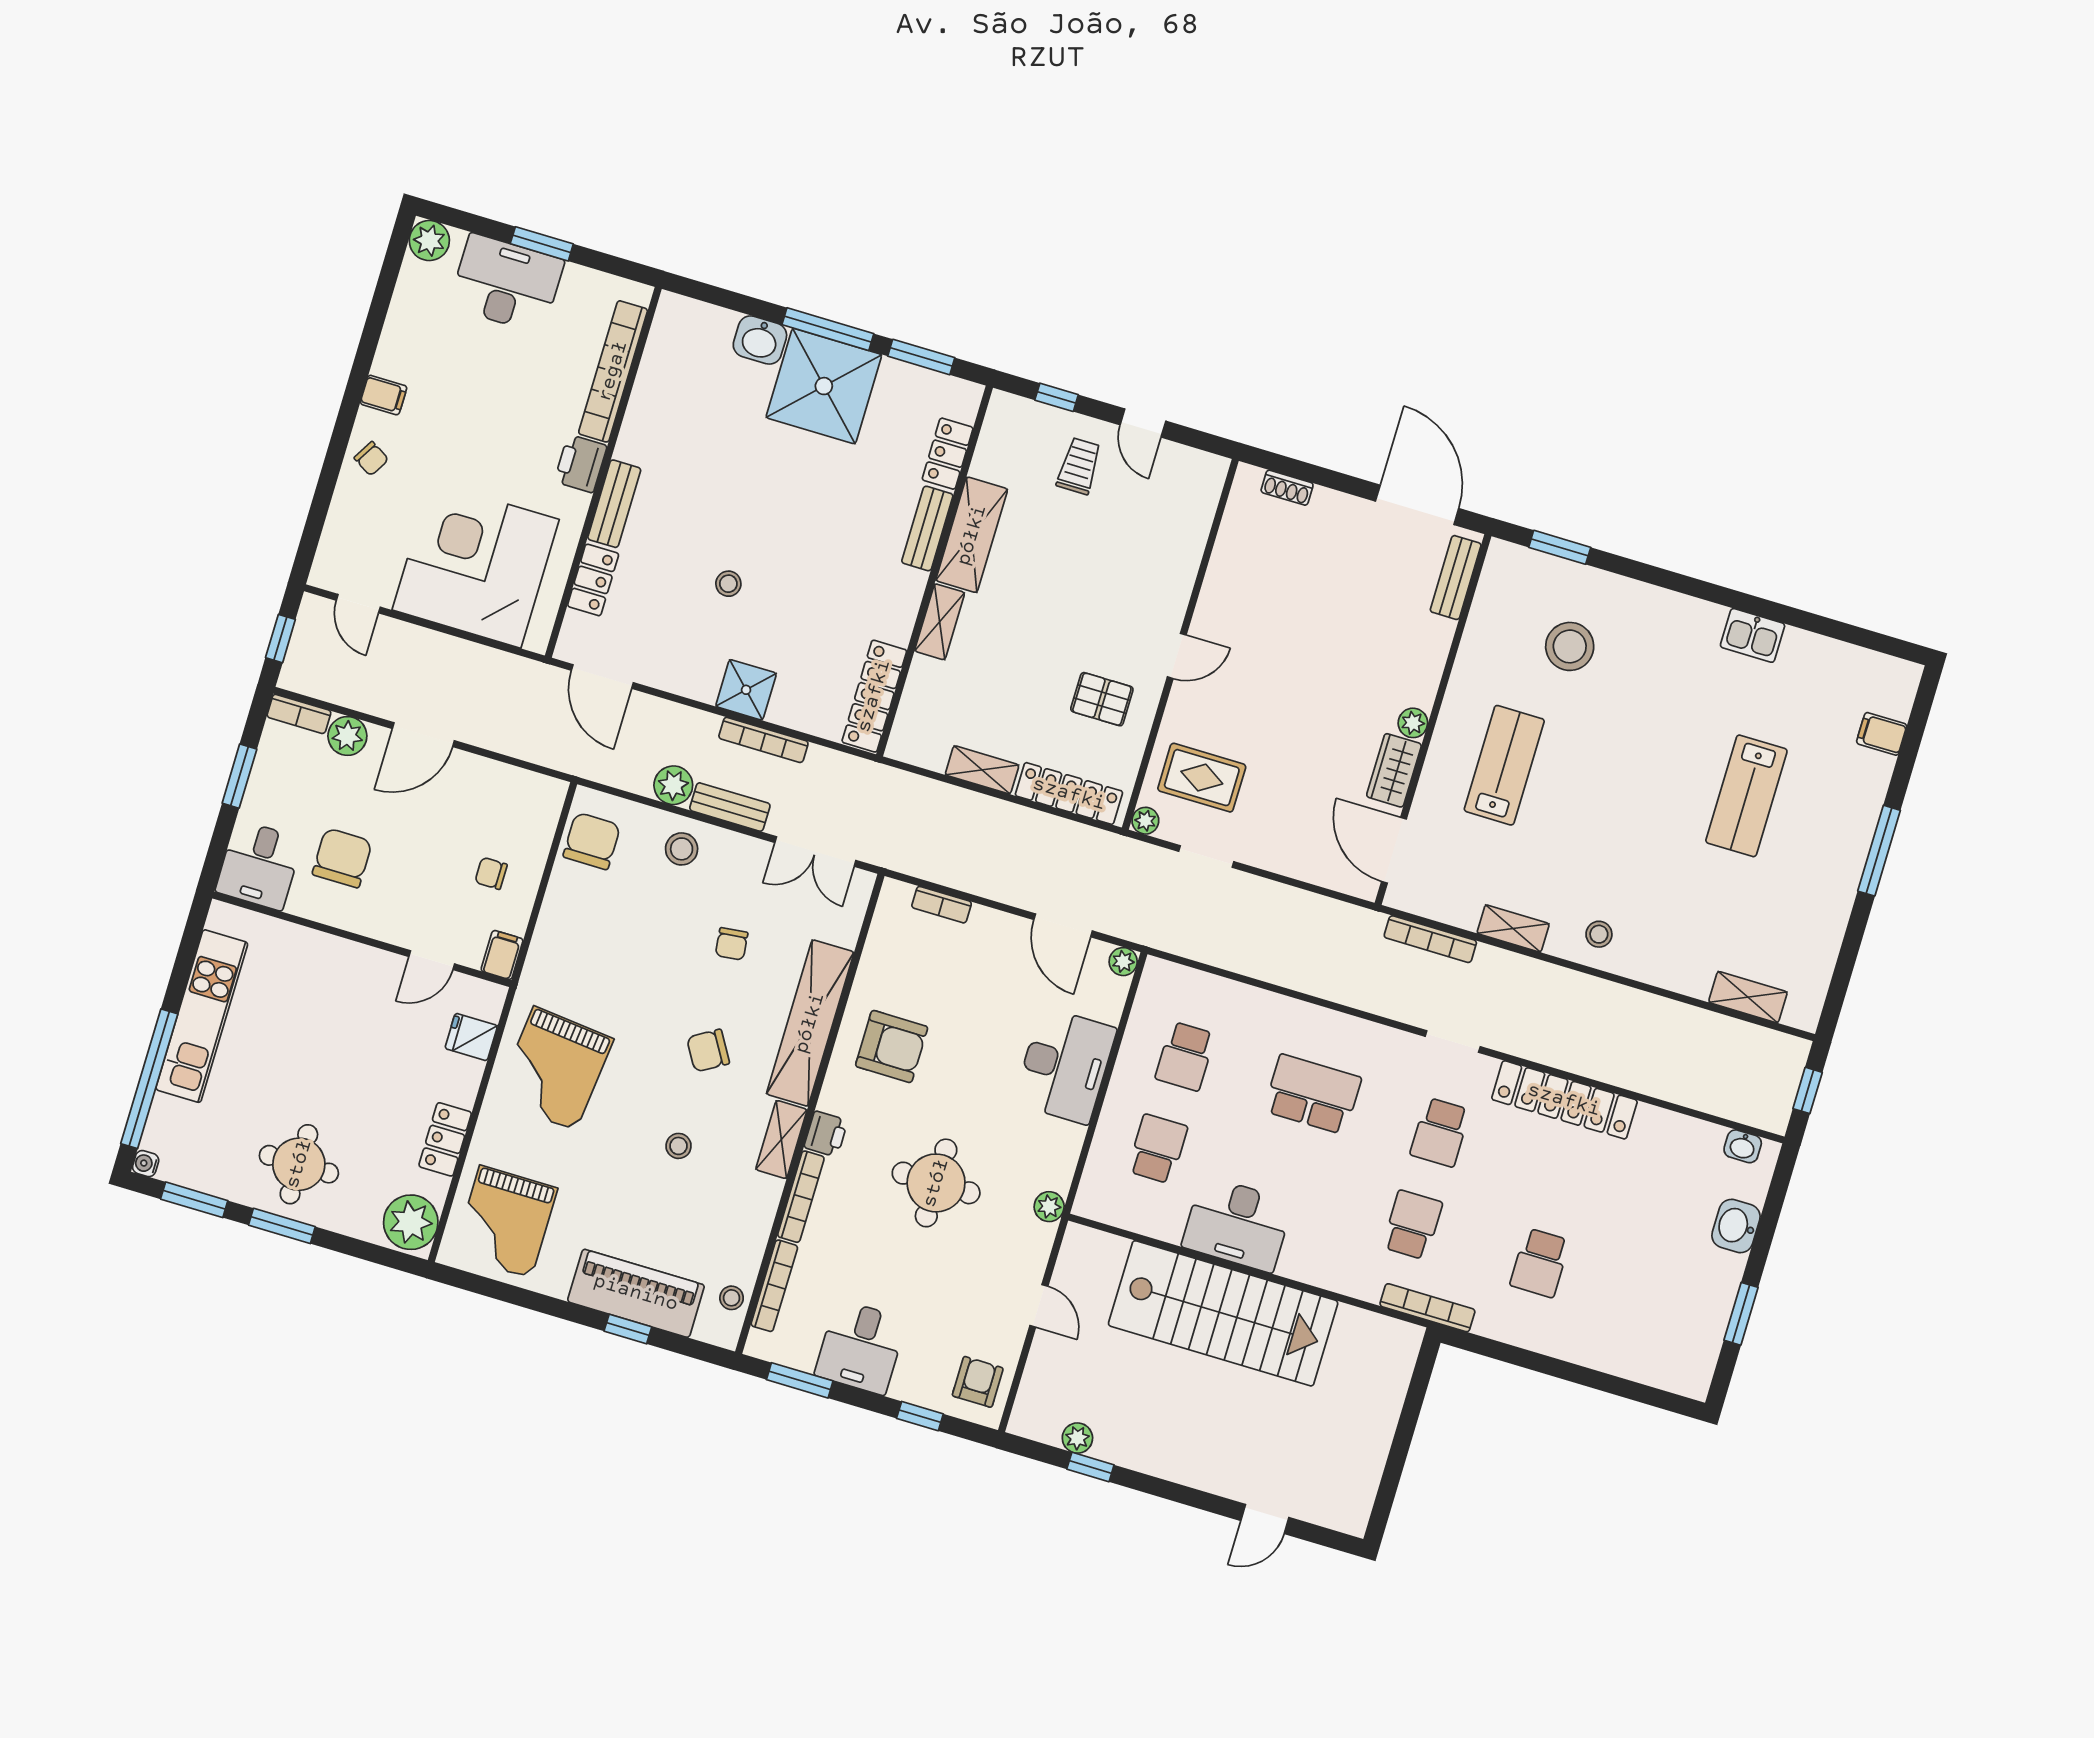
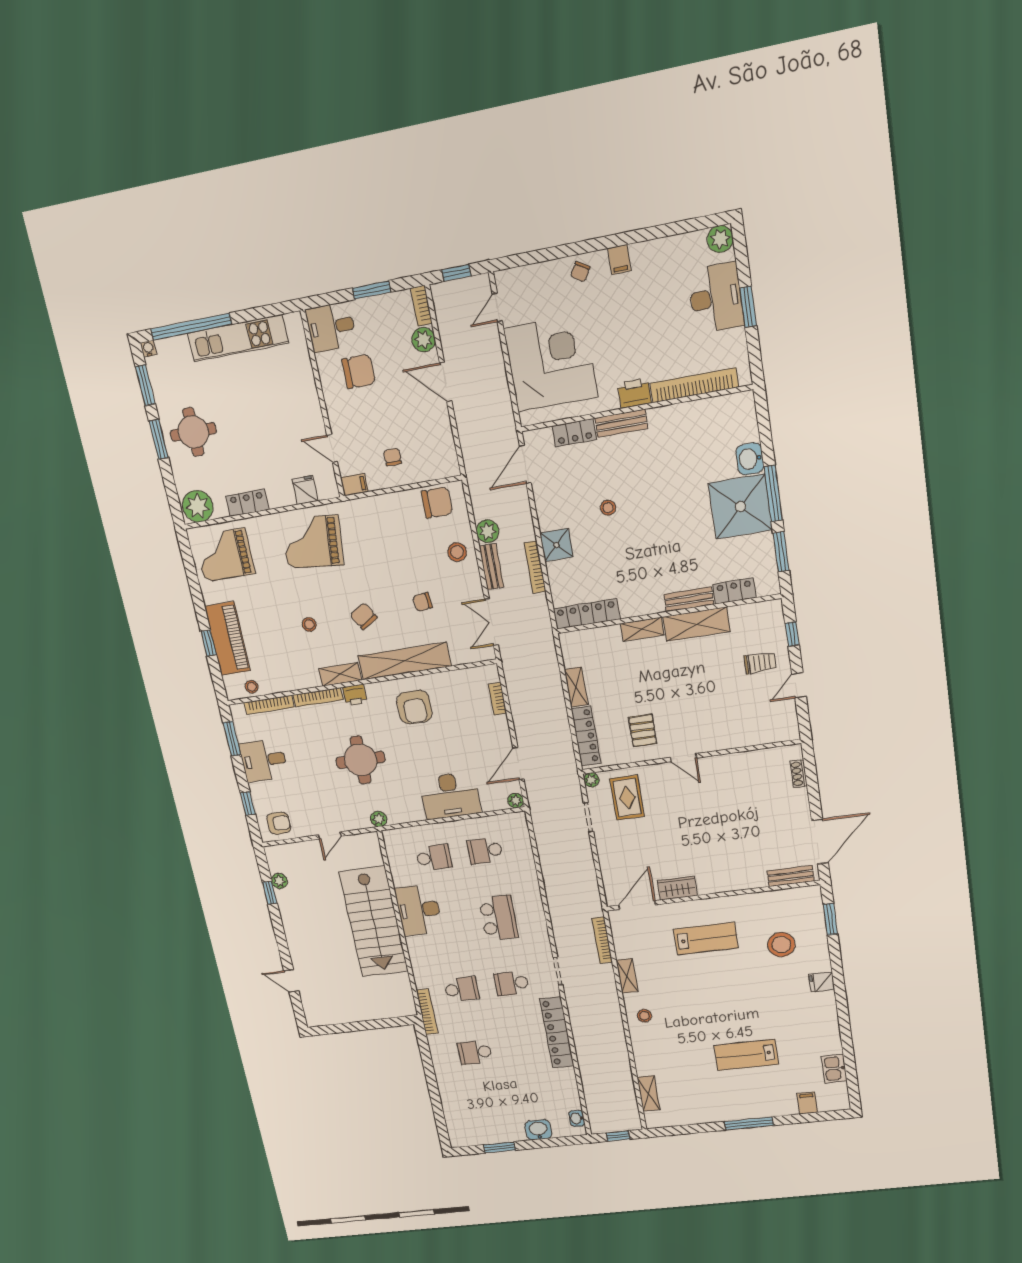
fridge: (1666, 610) -> (822, 982), added
kitchen sink: (1753, 635) -> (834, 1069), moved
plant: (1413, 723) -> (706, 887), removed

